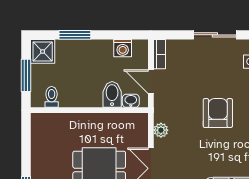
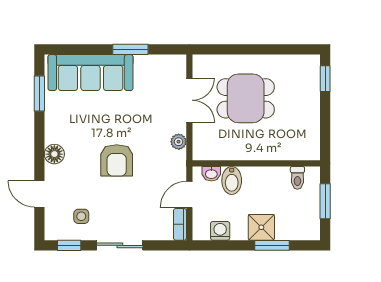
shower: (43, 51) -> (261, 227), moved
door: (151, 82) -> (189, 194), swing flipped

